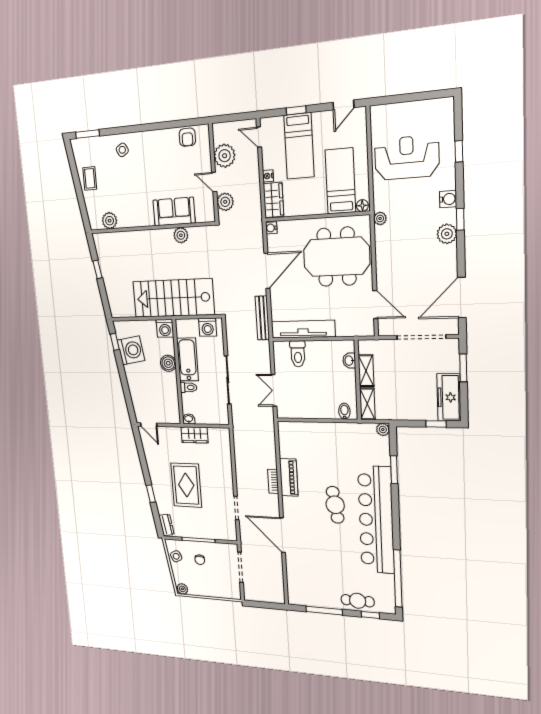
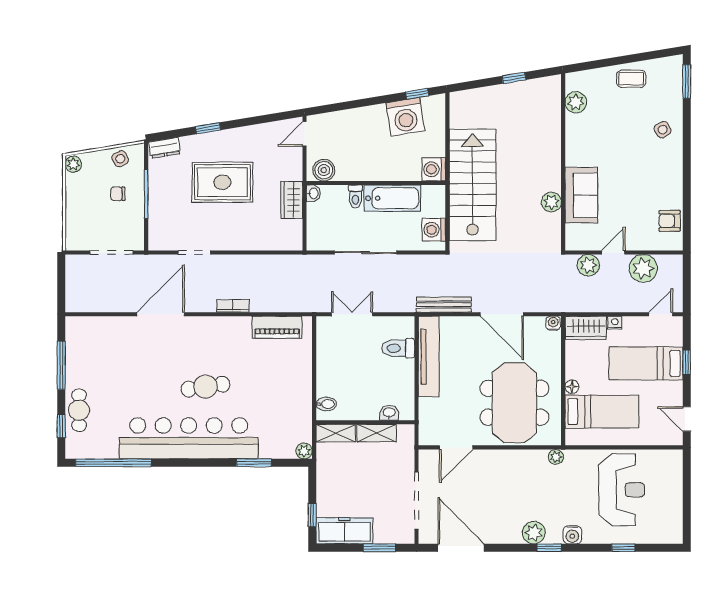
floor lamp: (362, 206) -> (572, 387), moved
boiler: (168, 363) -> (324, 170), moved
piano: (289, 477) -> (277, 327), moved

